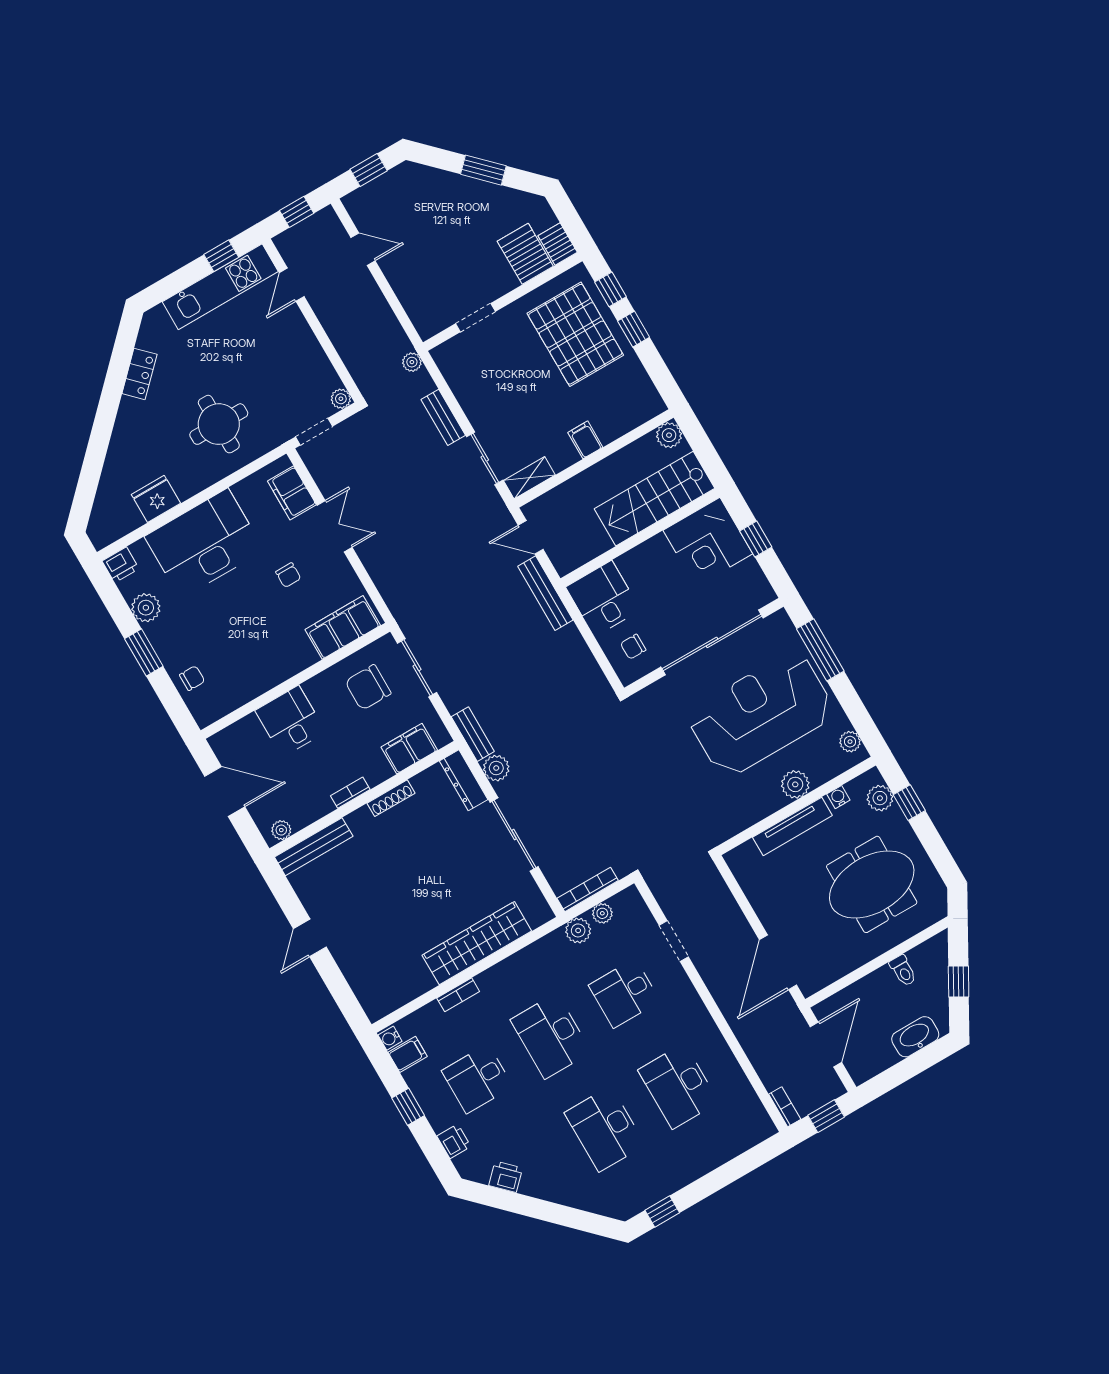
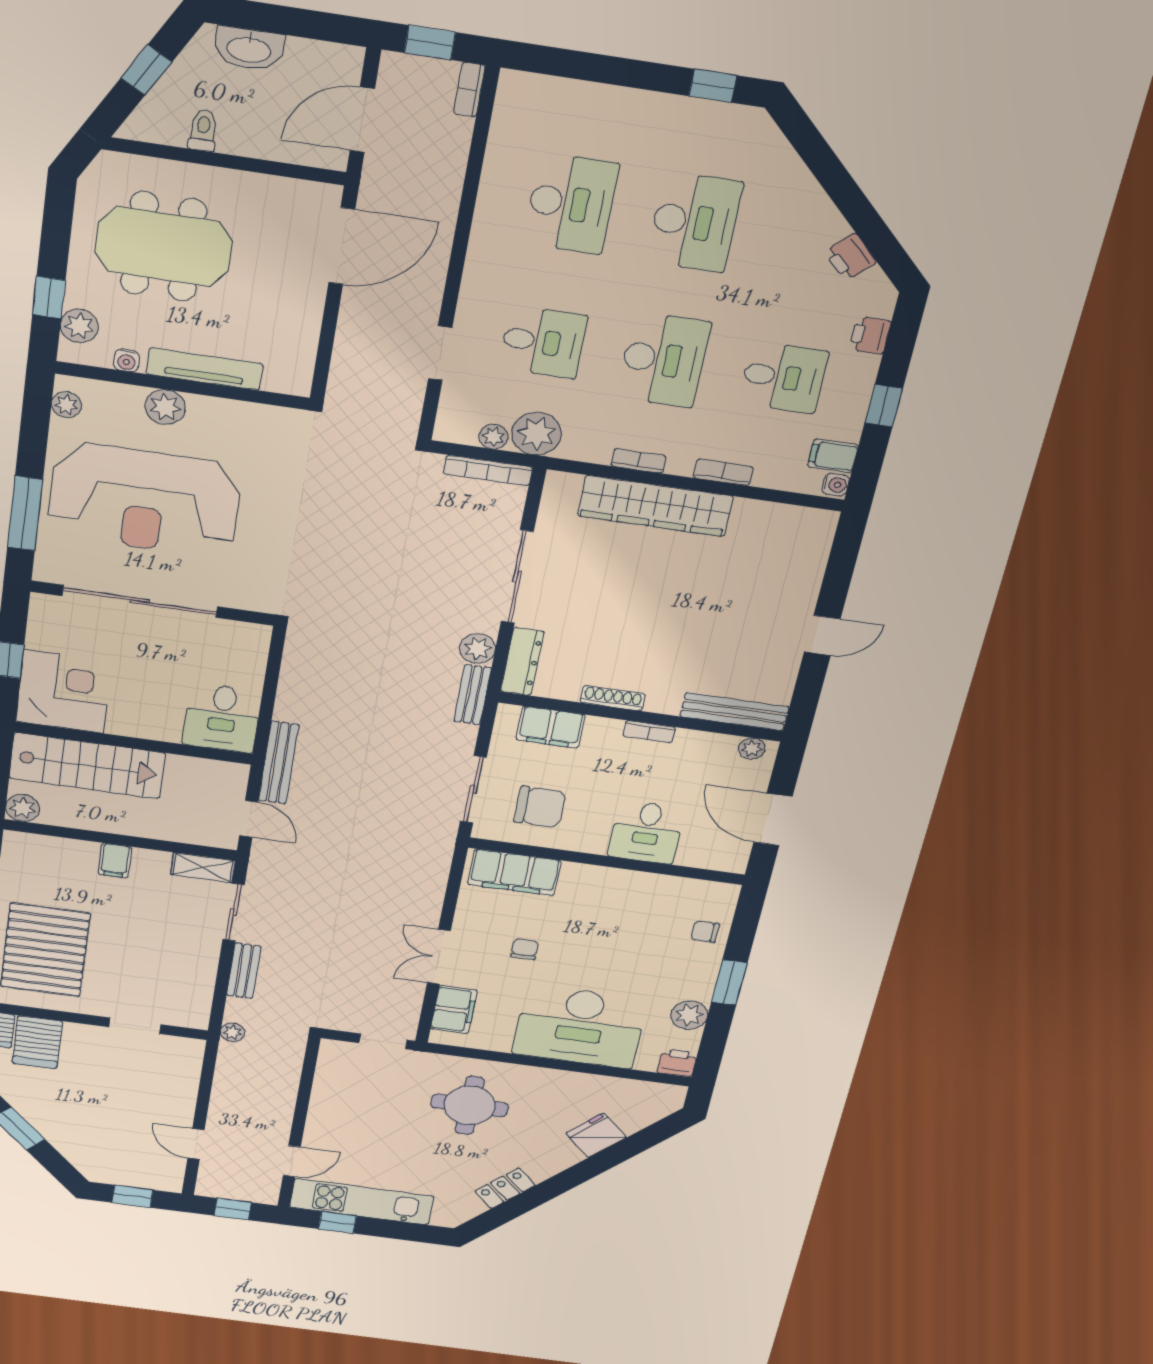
plant: (341, 399) -> (331, 1049), removed
fridge: (156, 499) -> (596, 1135), moved, turned 135
chair: (633, 647) -> (229, 655), removed
plant: (578, 930) -> (537, 434), width x1.36, depth x1.36
bookcase: (511, 964) -> (639, 461), added

